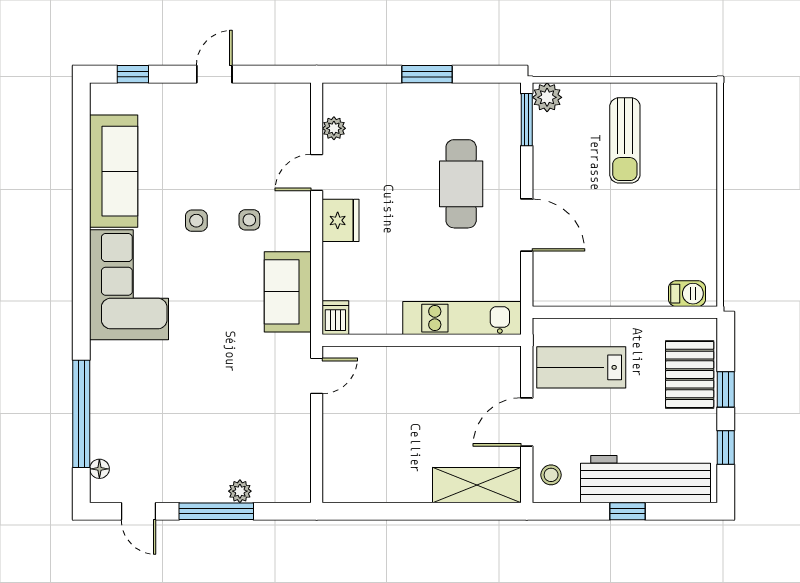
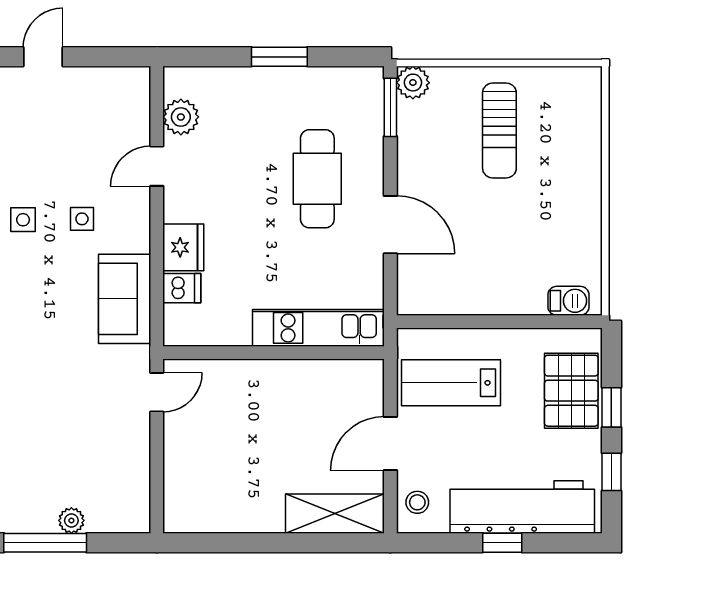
plant: (334, 128) -> (181, 117), width x1.38, depth x1.38
fridge: (341, 220) -> (183, 247), moved
dishwasher: (335, 318) -> (182, 288), moved, turned 90

